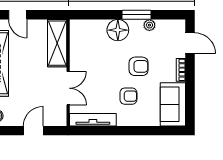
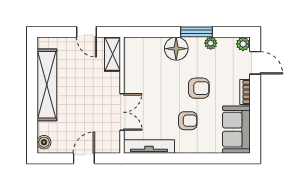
door: (18, 15) -> (86, 32), moved
plant: (179, 26) -> (243, 44), added
shelving: (57, 43) -> (112, 54), width x0.67, depth x0.75

